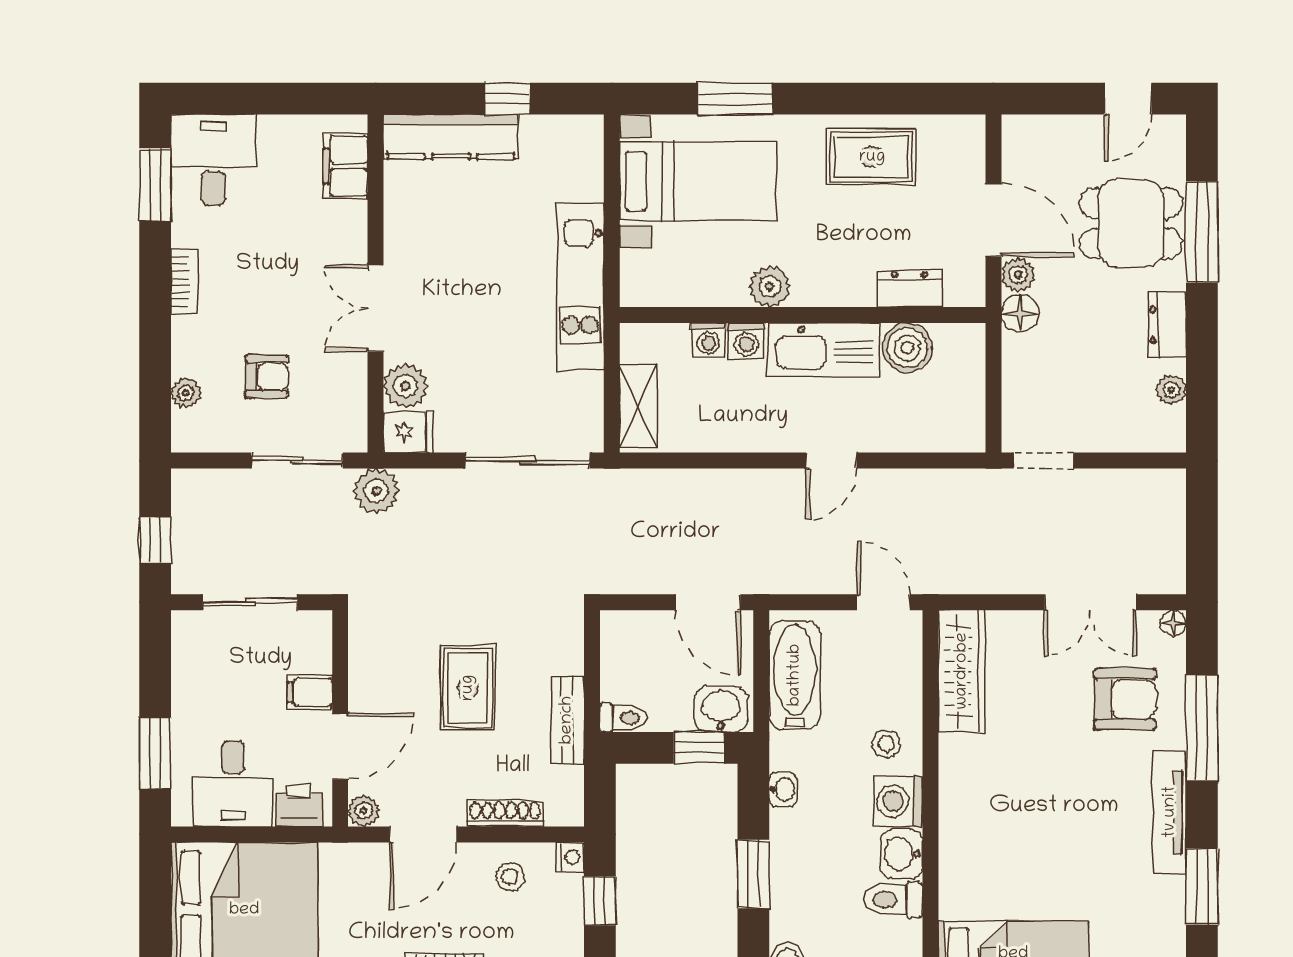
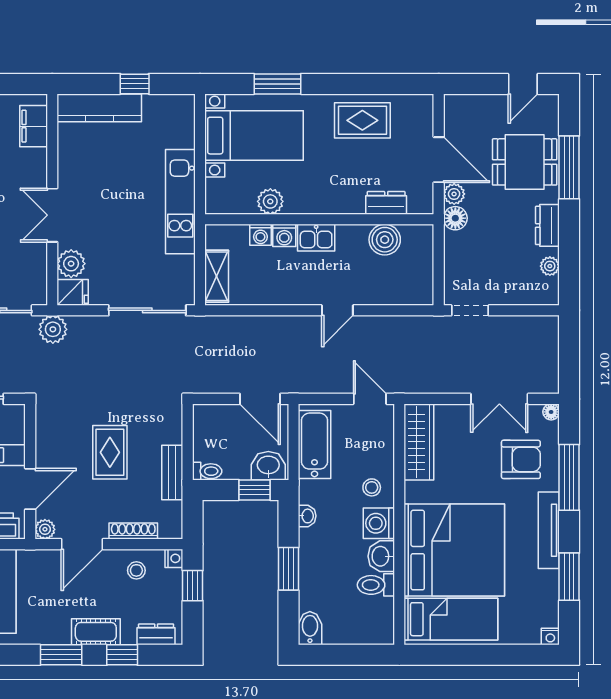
plant: (770, 286) -> (270, 201), moved
kitchen sink: (823, 350) -> (316, 238), width x0.53, depth x0.81
bed: (1018, 844) -> (454, 550), added

